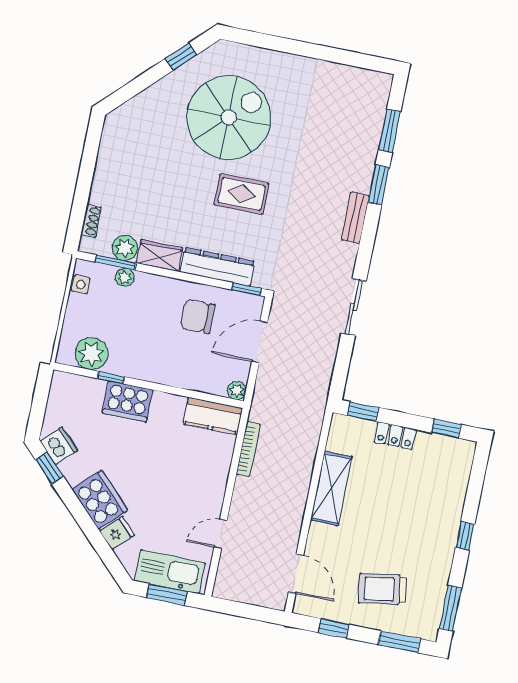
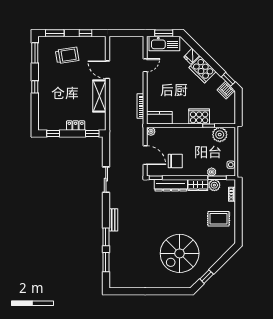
rug: (242, 194) -> (218, 219), moved
door: (260, 342) -> (145, 155), hinge flipped
door: (296, 574) -> (107, 70), moved

